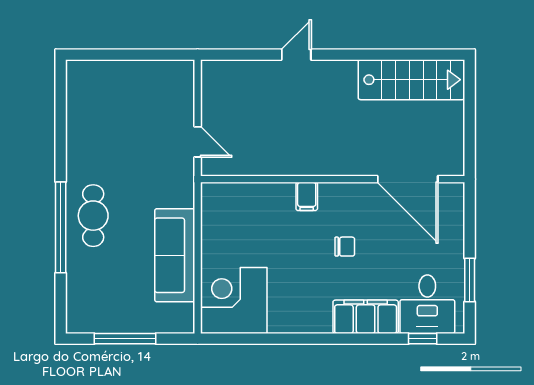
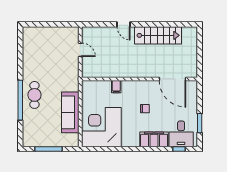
door: (296, 55) -> (124, 24), swing flipped
stairs: (411, 80) -> (158, 35), moved
door: (198, 142) -> (80, 50), moved
filing cabinet: (307, 196) -> (116, 87), moved
corner desk: (234, 301) -> (101, 127), width x1.36, depth x1.36

